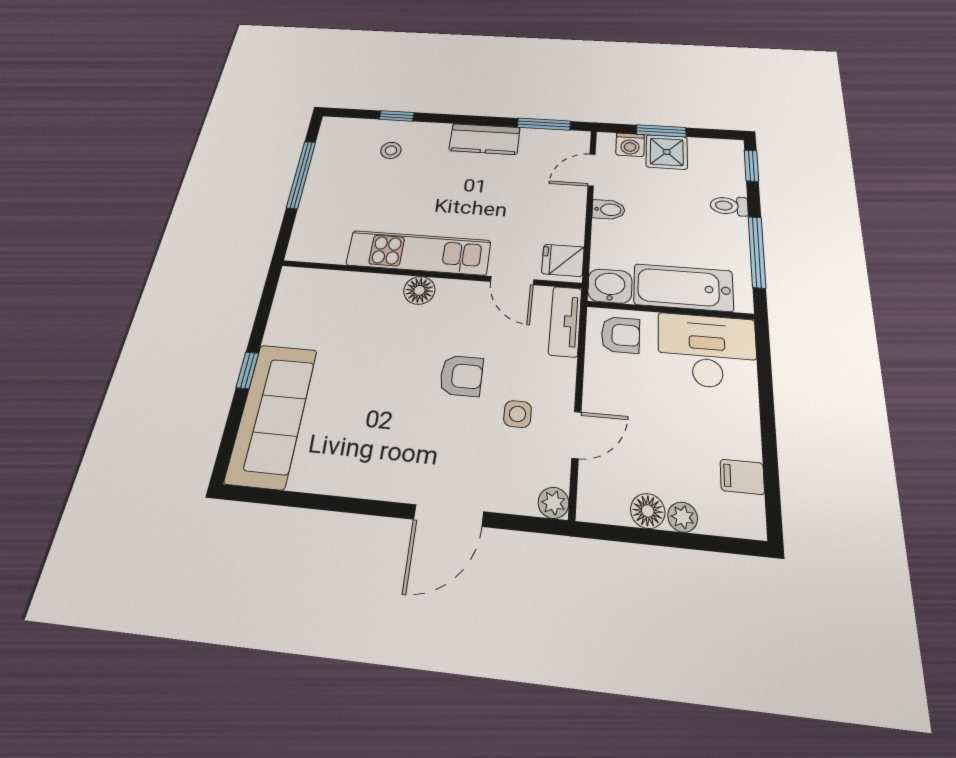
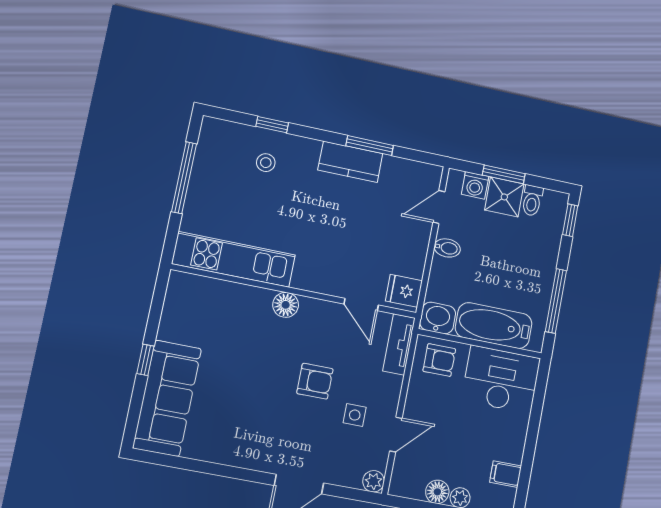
window: (544, 124) -> (370, 146), moved
toilet: (729, 206) -> (532, 201), moved, turned -90
kitchen unit: (418, 253) -> (234, 259), moved

